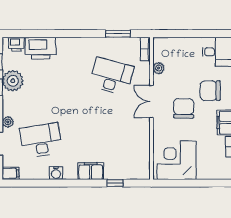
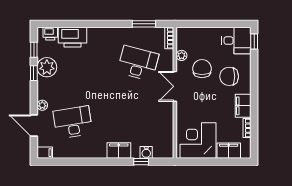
chair: (184, 108) -> (202, 69), moved
filing cabinet: (210, 171) -> (229, 151), added
water cooler: (56, 173) -> (146, 152), moved

